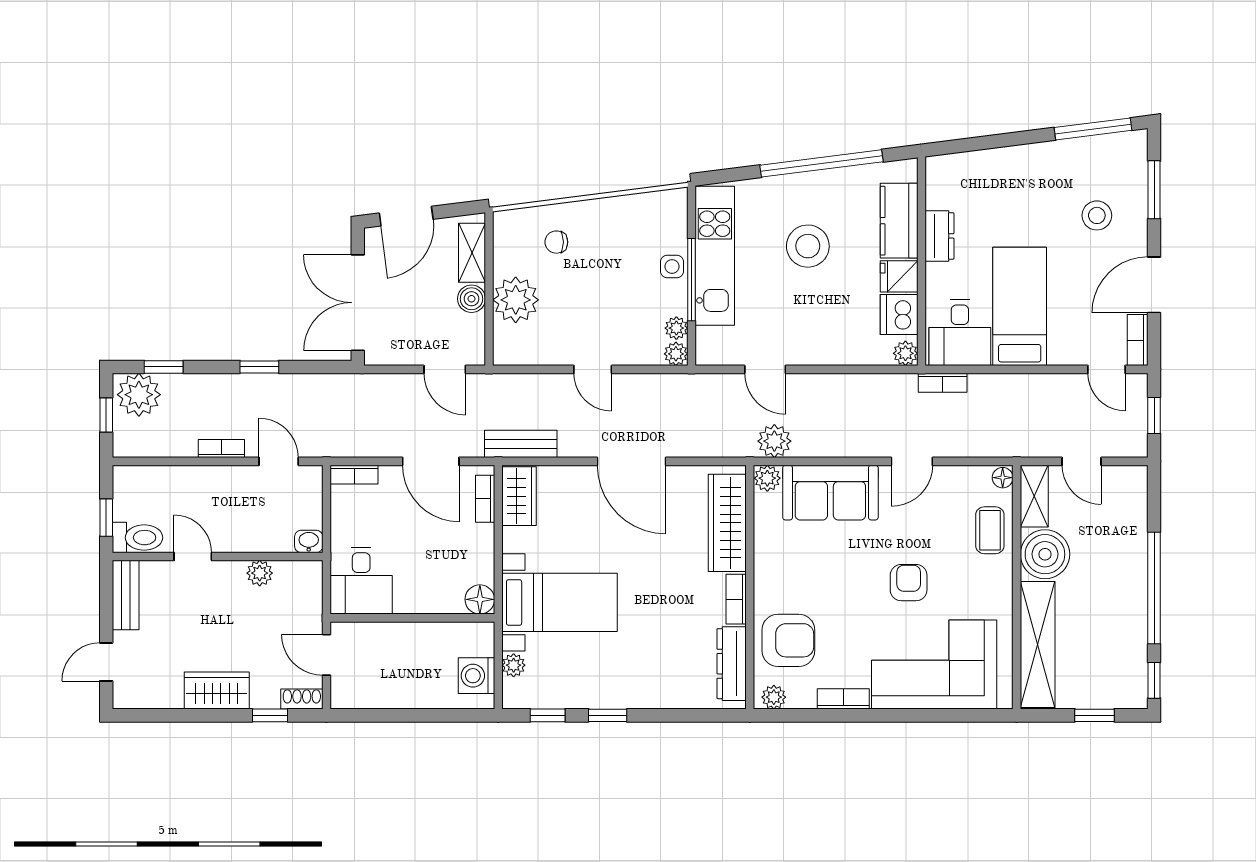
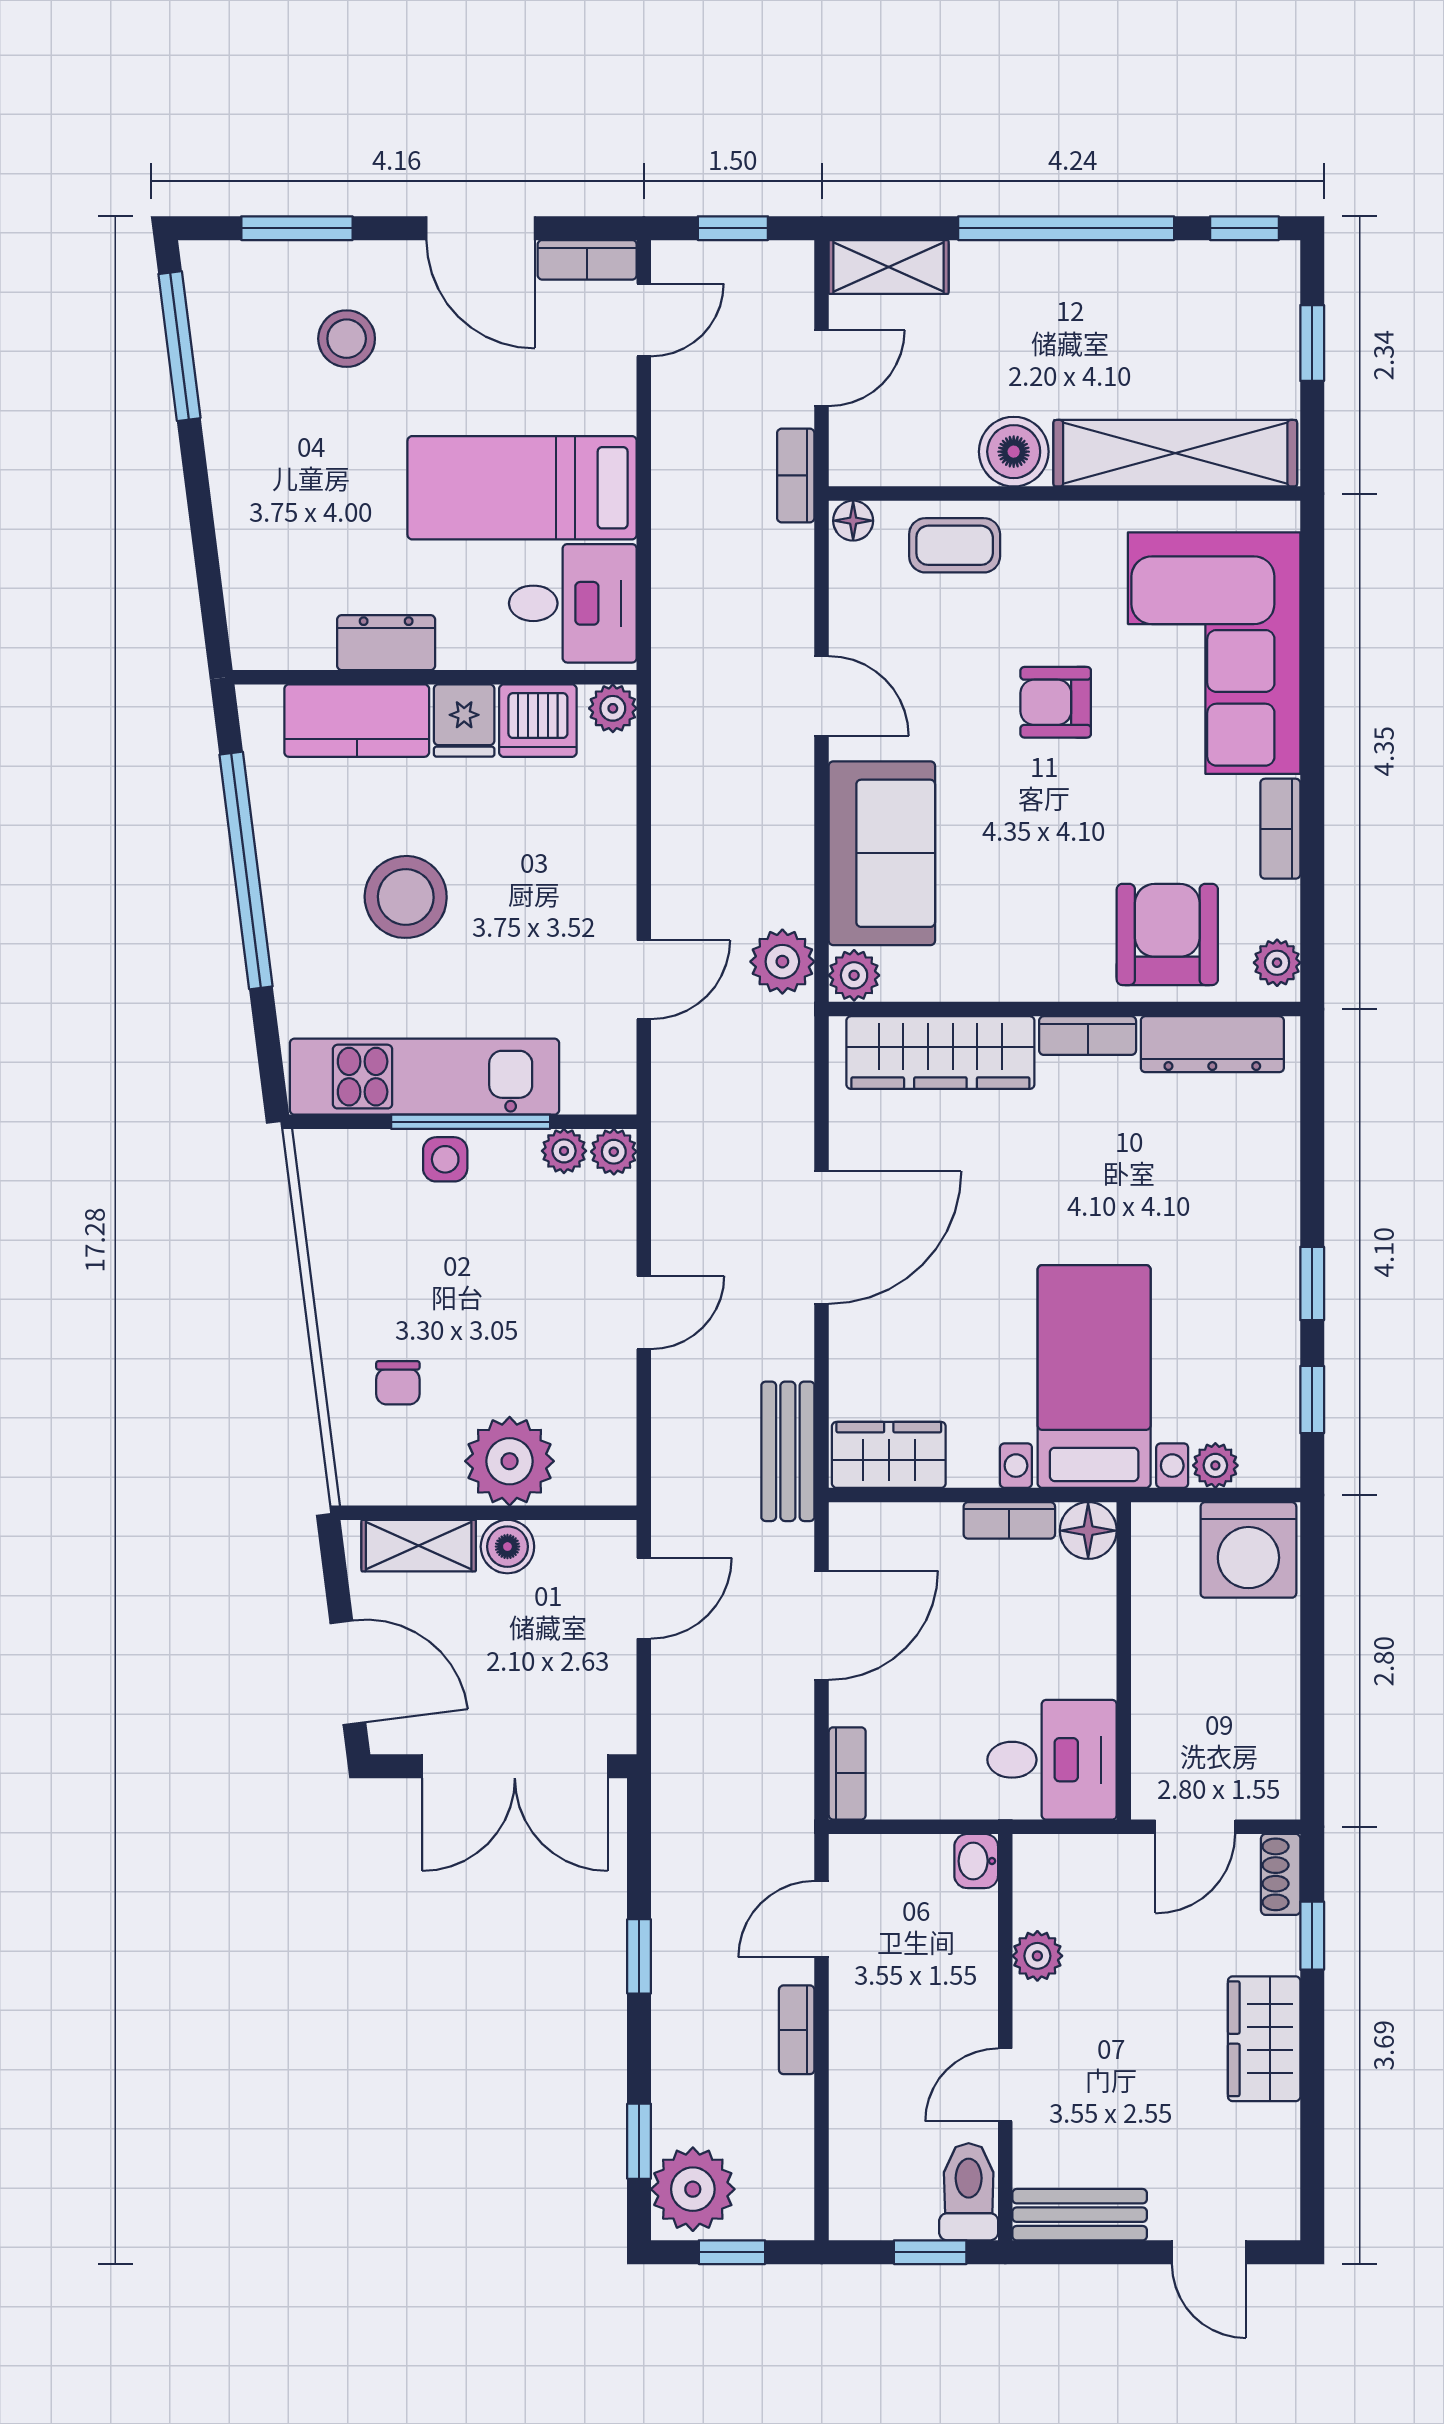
bookcase: (943, 383) -> (796, 475), moved, turned 180
shelving: (1034, 496) -> (889, 267), moved
bookcase: (485, 499) -> (1009, 1520), moved
boiler: (1045, 554) -> (1014, 452), width x0.73, depth x0.73
washing machine: (476, 676) -> (1248, 1550), width x1.37, depth x1.37

